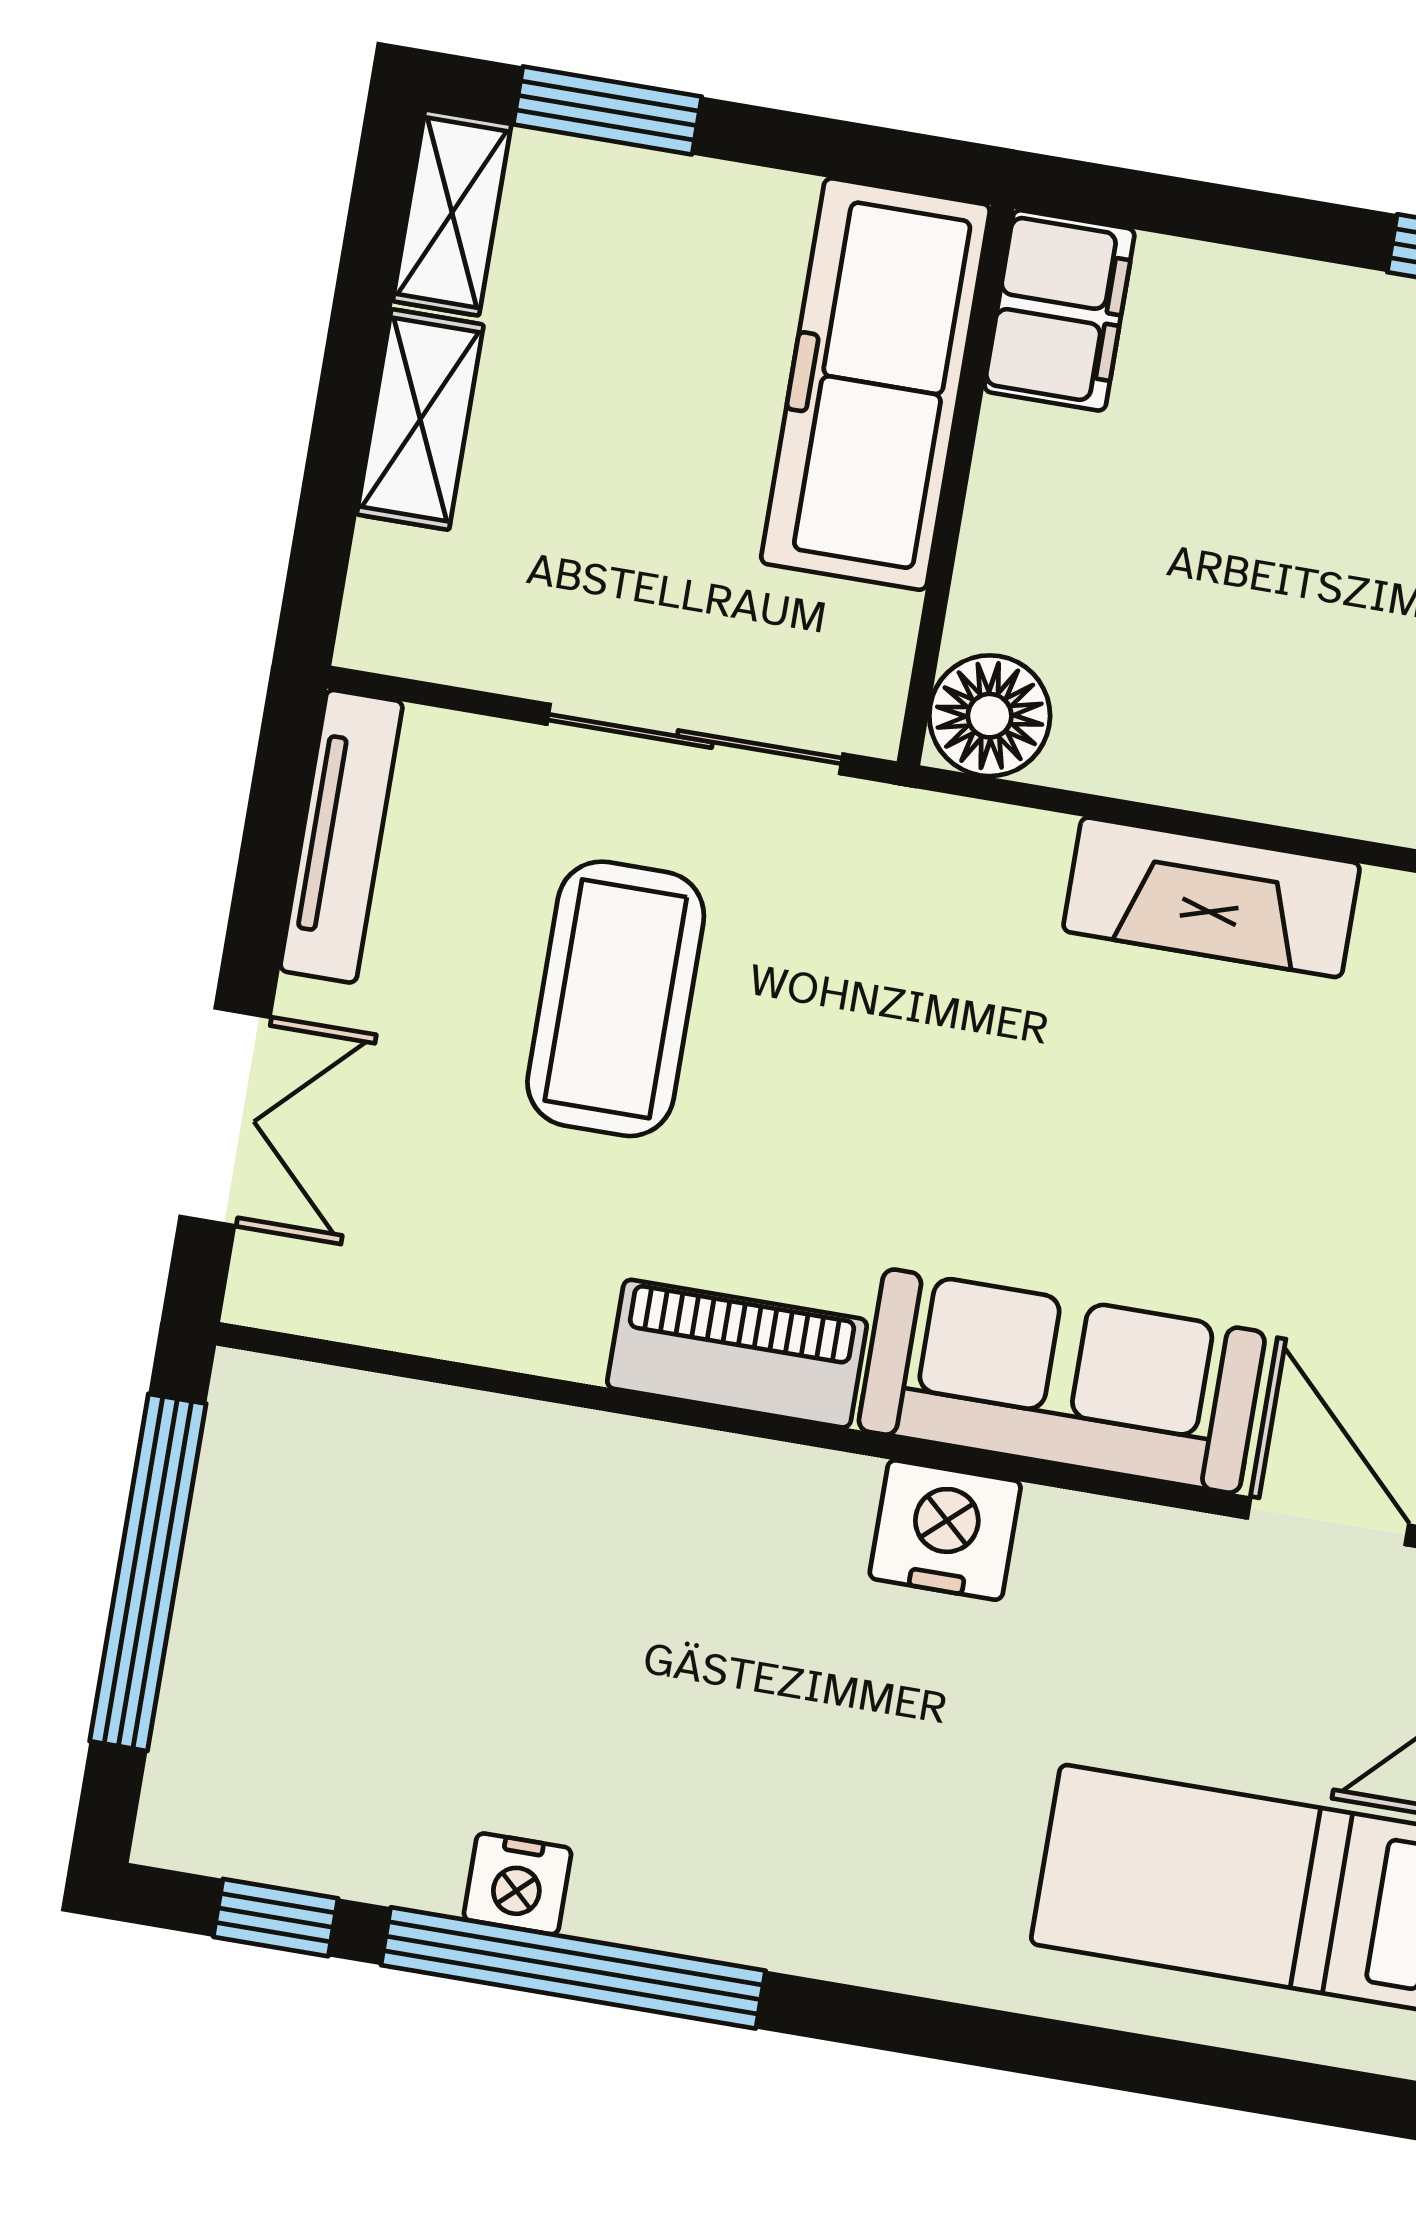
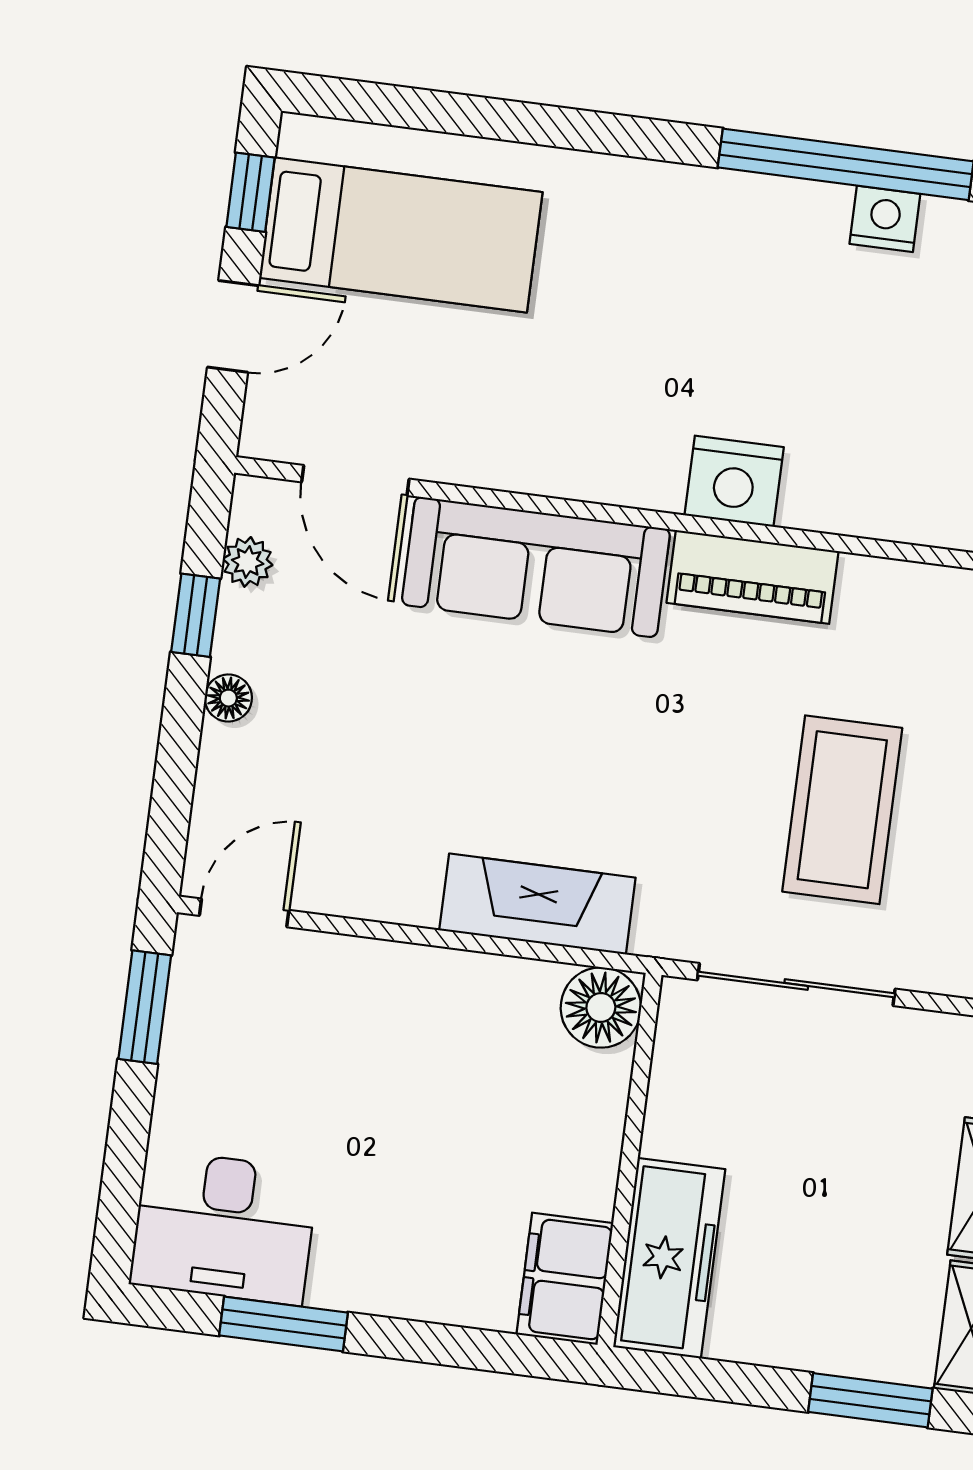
freezer: (875, 384) -> (669, 1258), width x0.73, depth x0.79
fireplace: (1212, 897) -> (537, 904), moved
nightstand: (945, 1530) -> (734, 481), moved

